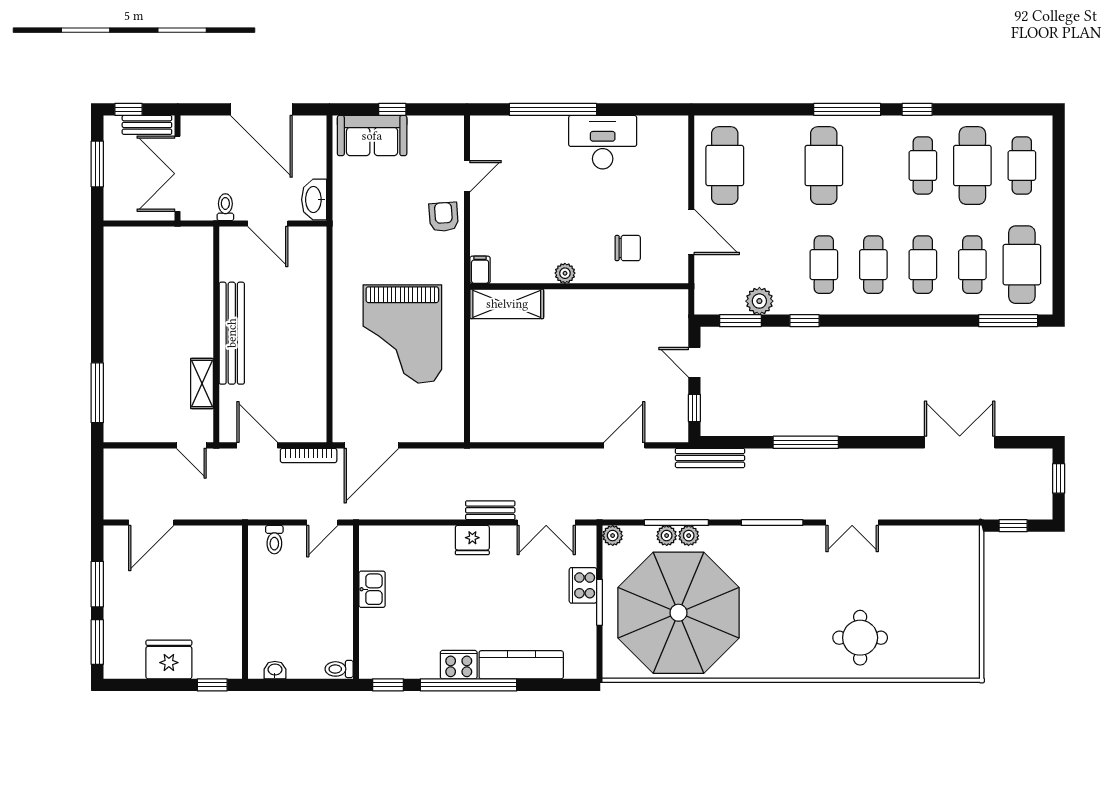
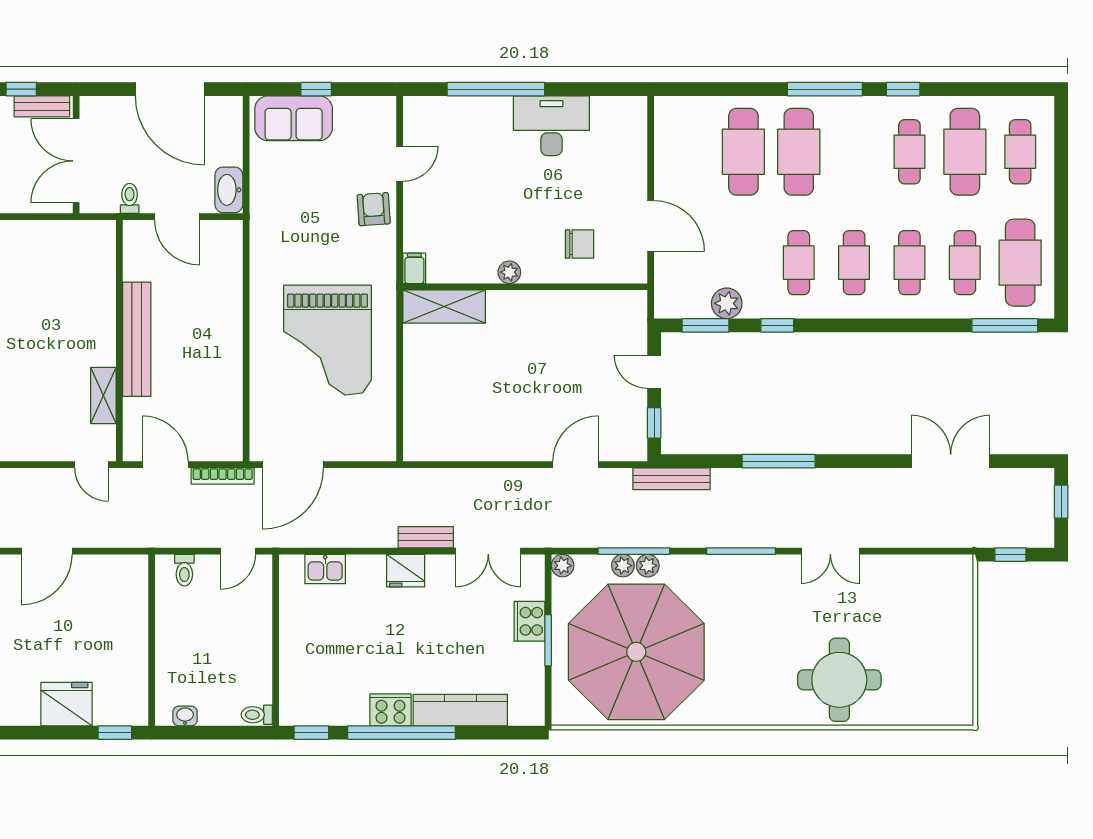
cafe table: (725, 166) -> (743, 152), moved
kitchen sink: (372, 589) -> (325, 569), moved, turned 90
round table: (860, 638) -> (839, 680), width x1.36, depth x1.36

